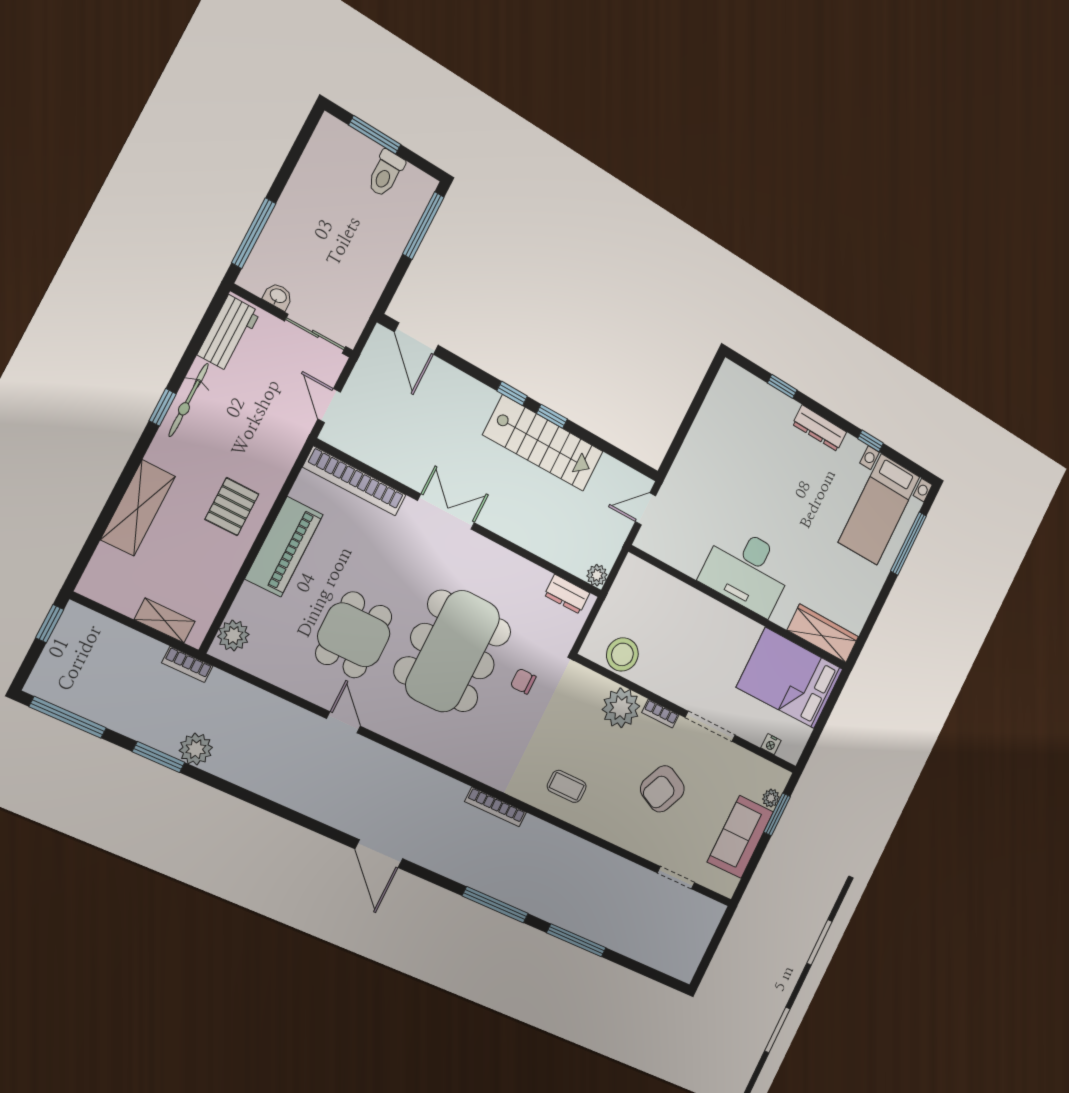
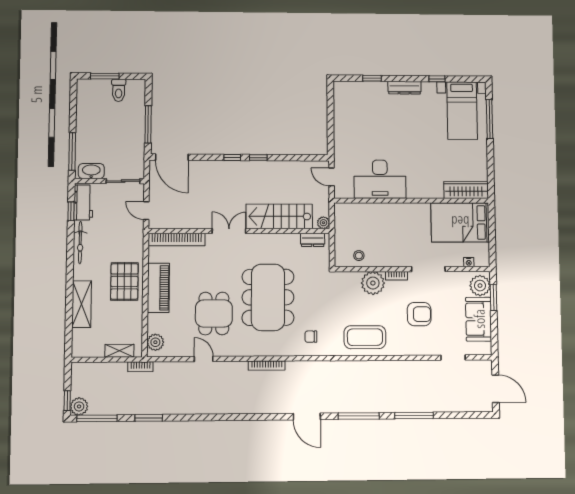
window: (423, 226) -> (148, 124), moved
washbasin: (278, 296) -> (91, 171), width x1.91, depth x1.45
door: (416, 339) -> (172, 157), width x1.36
window: (163, 407) -> (71, 211), moved
stairs: (543, 443) -> (279, 216), moved, turned 180
pallet: (232, 507) -> (124, 281), width x1.50, depth x1.42
door: (646, 509) -> (332, 177), hinge flipped
desk: (747, 570) -> (380, 179), moved
window: (50, 624) -> (67, 401), moved
stool: (622, 654) -> (359, 256), width x0.53, depth x0.53
chair: (523, 681) -> (311, 337), moved
door: (344, 722) -> (204, 359), moved
plant: (196, 749) -> (79, 406), moved
coffee table: (567, 786) -> (365, 337), width x1.86, depth x1.72
armchair: (662, 789) -> (419, 314), turned -115
plant: (771, 798) -> (480, 286), width x1.87, depth x1.87
bookcase: (496, 807) -> (267, 366), moved
door: (379, 854) -> (307, 416), moved
door: (710, 952) -> (496, 389), added

